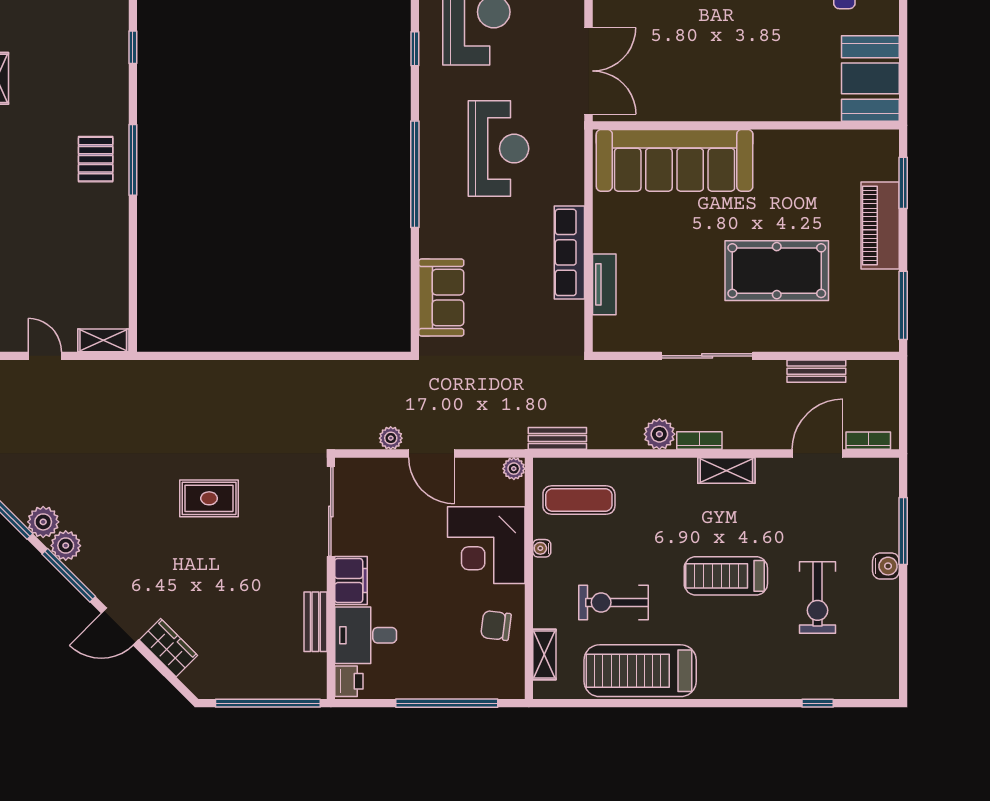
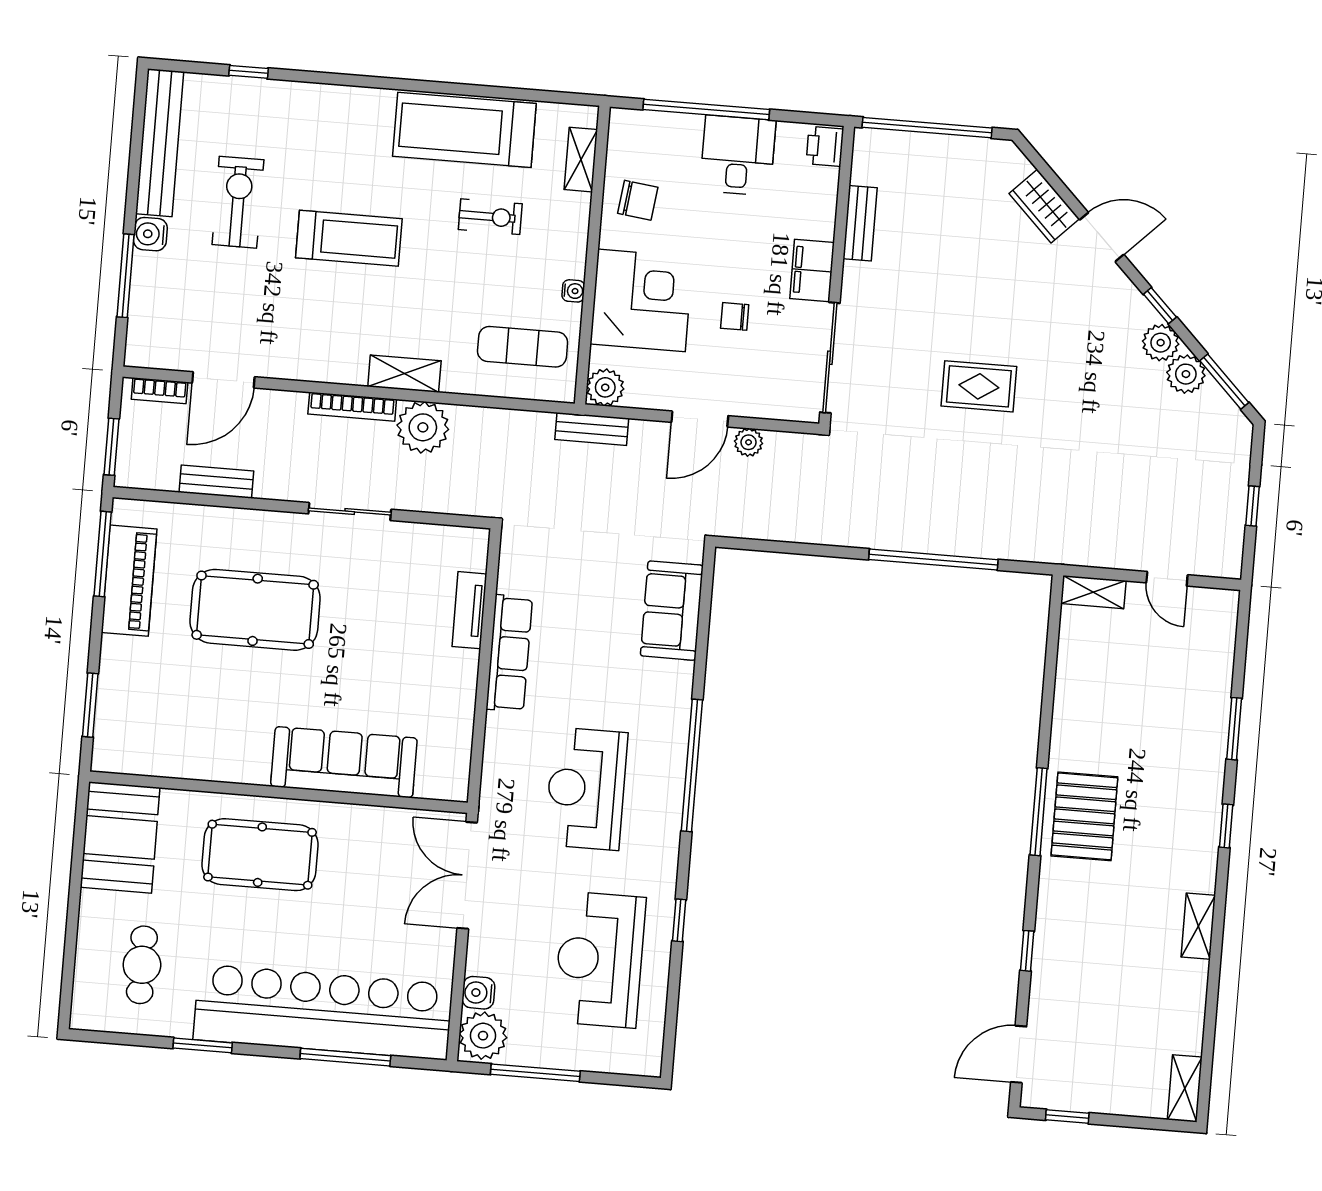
pool table: (757, 74) -> (260, 855), added
pallet: (96, 159) -> (1084, 816), width x1.50, depth x1.42
sofa: (675, 160) -> (344, 762), width x0.74, depth x0.79
piano: (880, 226) -> (129, 581), moved
window: (234, 356) -> (933, 560), added
sliding door: (707, 356) -> (350, 512), width x0.73
window: (903, 392) -> (111, 447), added
plant: (659, 434) -> (423, 427), width x1.36, depth x1.36
bench: (557, 438) -> (592, 429), moved
bookcase: (699, 440) -> (352, 407), width x1.56
door: (431, 454) -> (700, 419), swing flipped
plant: (514, 469) -> (605, 387), width x1.38, depth x1.38
shelving: (726, 471) -> (404, 374), moved
chair: (410, 538) -> (735, 316), added
window: (69, 575) -> (1160, 306), width x0.46
exercise bike: (614, 602) -> (490, 217), width x0.73, depth x0.72
desk: (366, 635) -> (738, 155), moved, turned -90
bench: (884, 640) -> (160, 143), added
treadmill: (640, 671) -> (464, 130), turned 180

